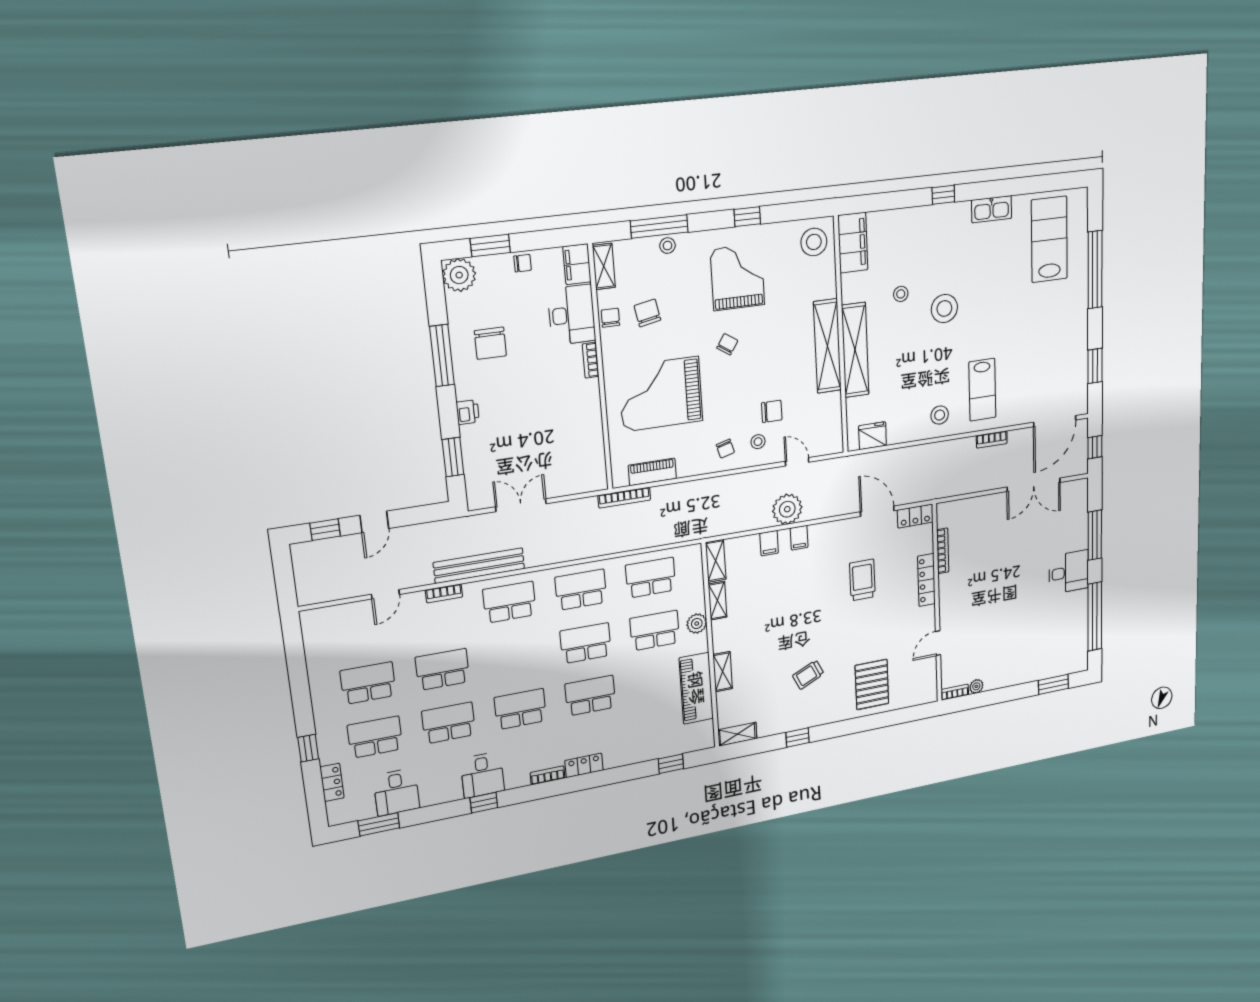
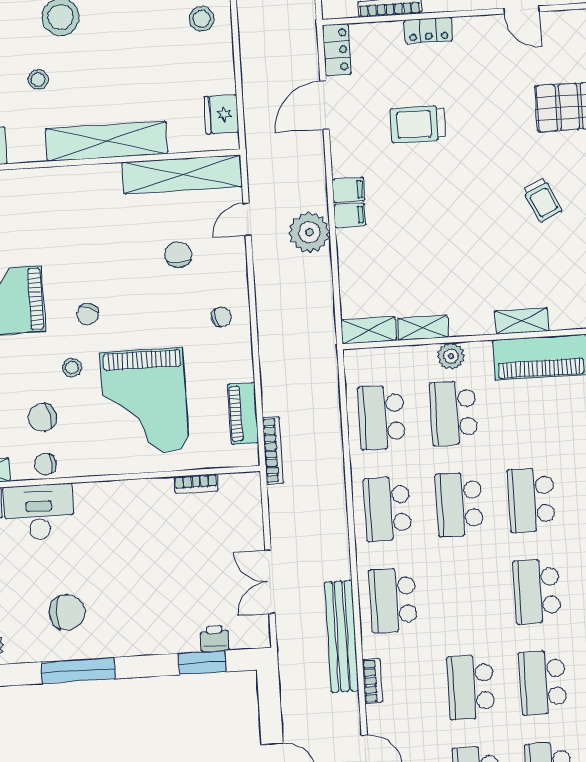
chair: (727, 344) -> (88, 314), turned -102
shelving: (827, 346) -> (182, 174), moved
bookcase: (591, 360) -> (196, 484), moved
printer: (468, 412) -> (215, 638), moved
stool: (758, 442) -> (72, 368), moved
filing cabinet: (769, 543) -> (348, 190), moved
locker: (926, 580) -> (428, 30), width x0.66

